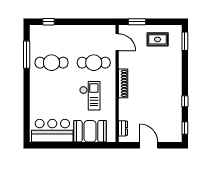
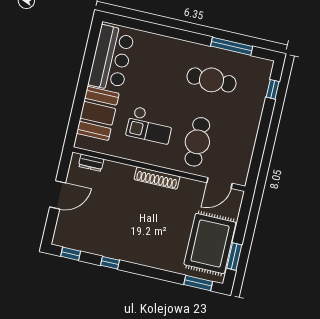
window: (137, 22) -> (234, 257), moved
rug: (158, 39) -> (210, 243), width x1.86, depth x2.06
cafe table: (52, 63) -> (212, 80), turned 90

